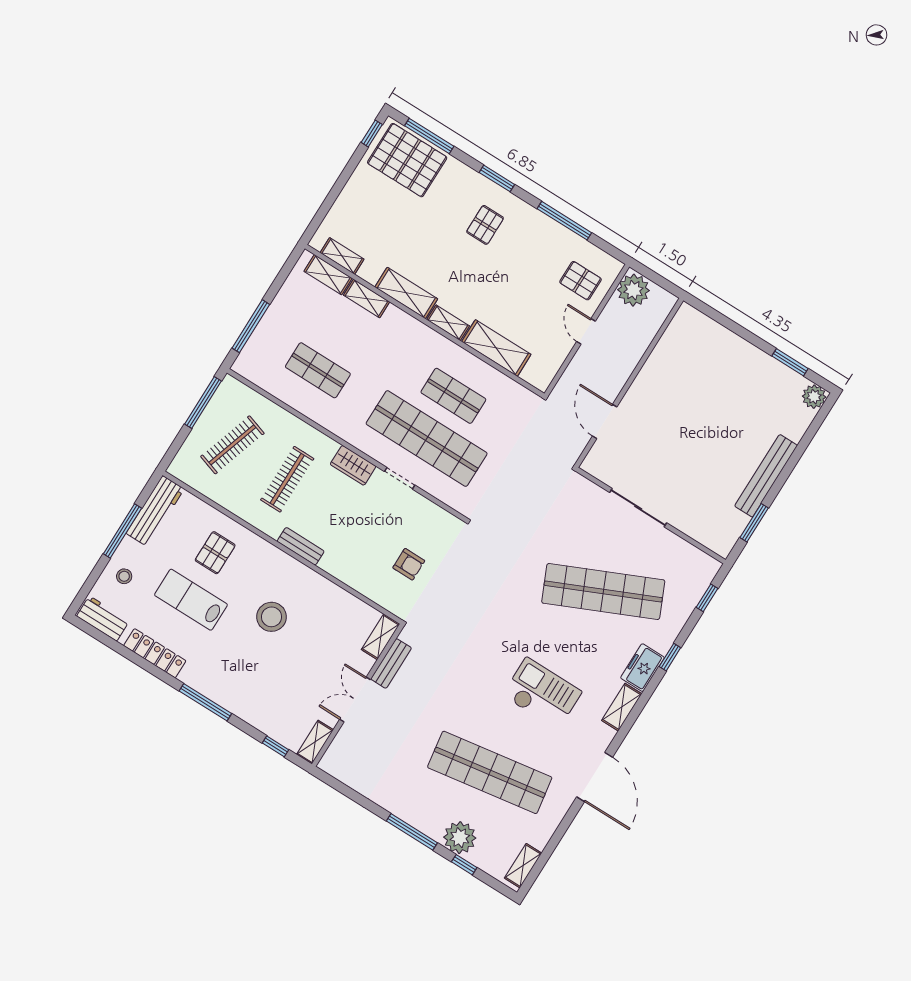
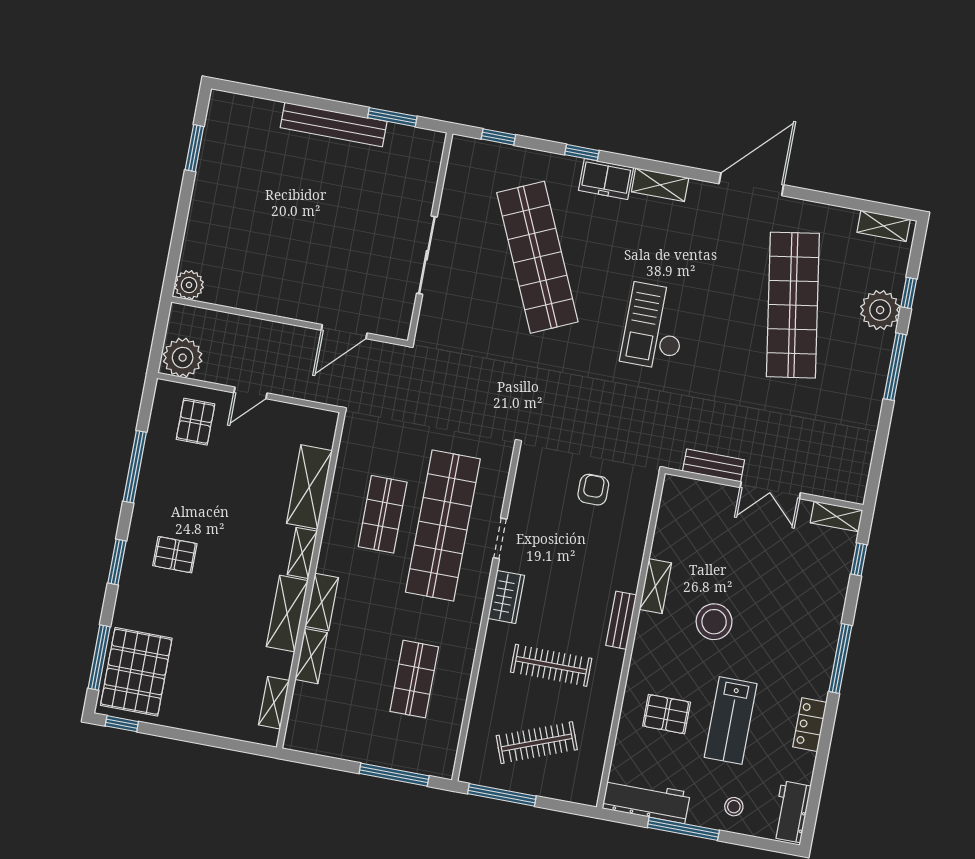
shelving: (328, 275) -> (322, 602), moved
plant: (814, 397) -> (189, 285), moved
clothes rail: (232, 445) -> (537, 743), turned -39
shelving: (381, 637) -> (655, 586), moved, turned 90
locker: (155, 653) -> (810, 725), width x0.66
checkout: (542, 694) -> (655, 326), moved

